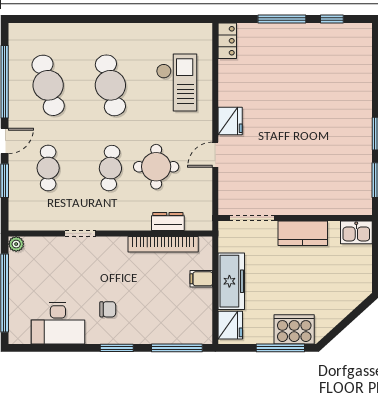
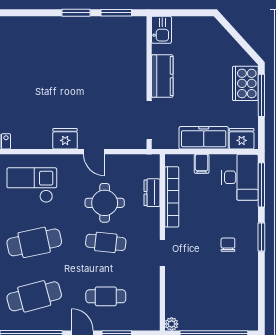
doorway: (80, 233) -> (162, 253), moved
desk: (58, 323) -> (240, 177), moved

